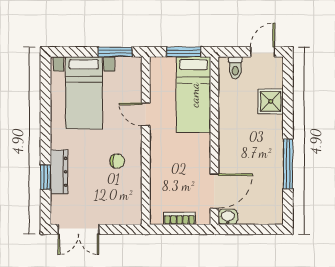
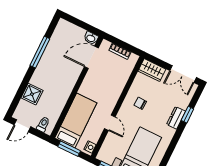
nightstand: (156, 68) -> (90, 147), added
dresser: (59, 172) -> (176, 118), width x0.70
wardrobe: (124, 214) -> (152, 70), added
double door: (78, 229) -> (183, 74), swing flipped

